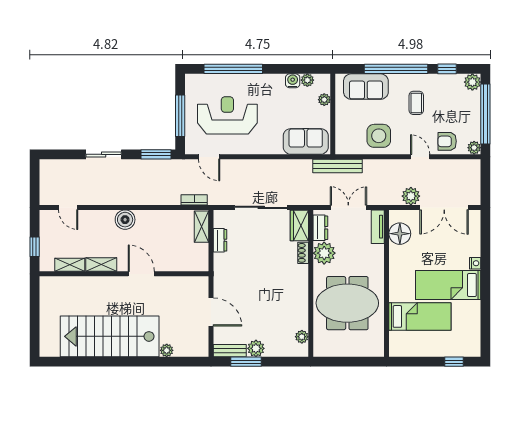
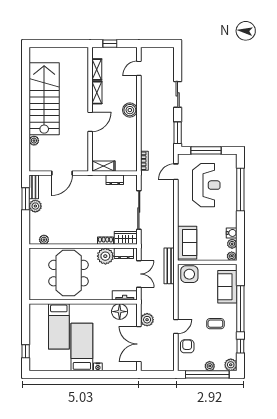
plant: (324, 100) -> (232, 256), moved
side table: (379, 136) -> (189, 274), moved
plant: (474, 148) -> (210, 366), moved
shelving: (202, 227) -> (103, 166), moved

